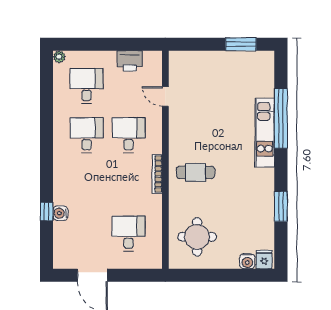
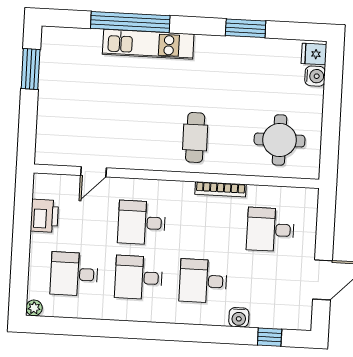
bookcase: (157, 174) -> (221, 189), moved
desk: (87, 184) -> (203, 281), added
window: (47, 212) -> (270, 337), moved

